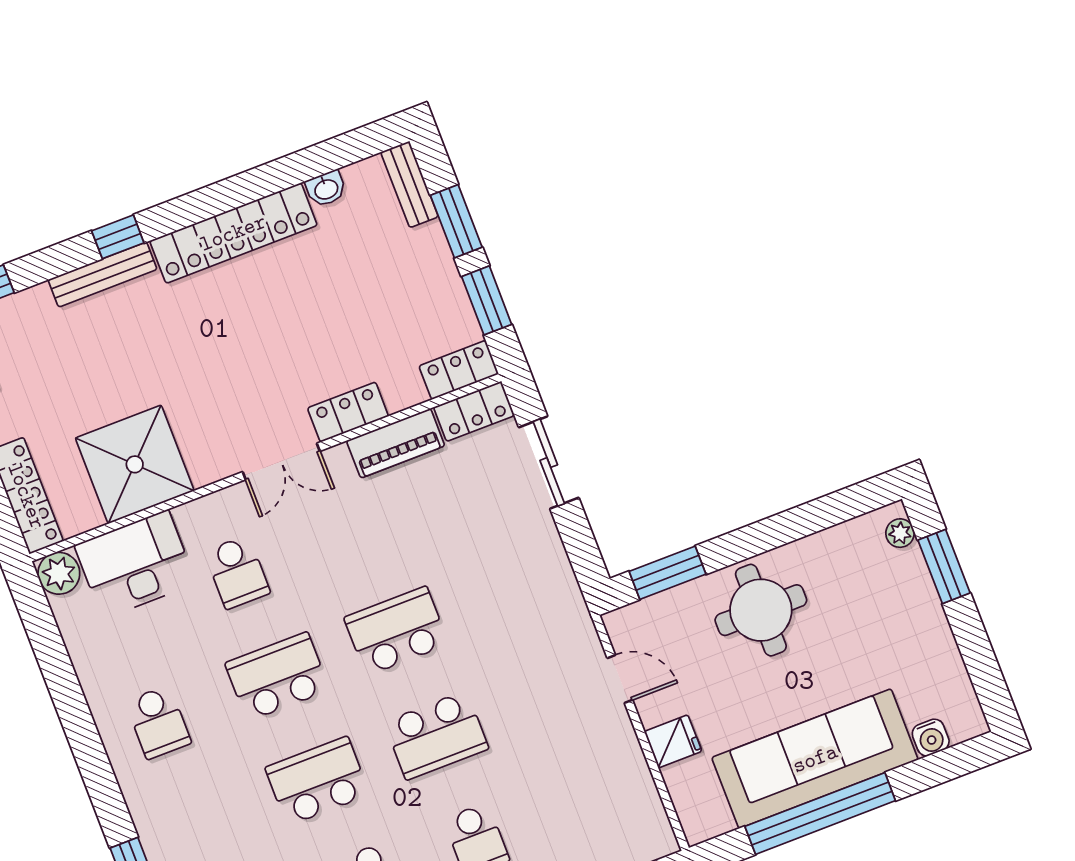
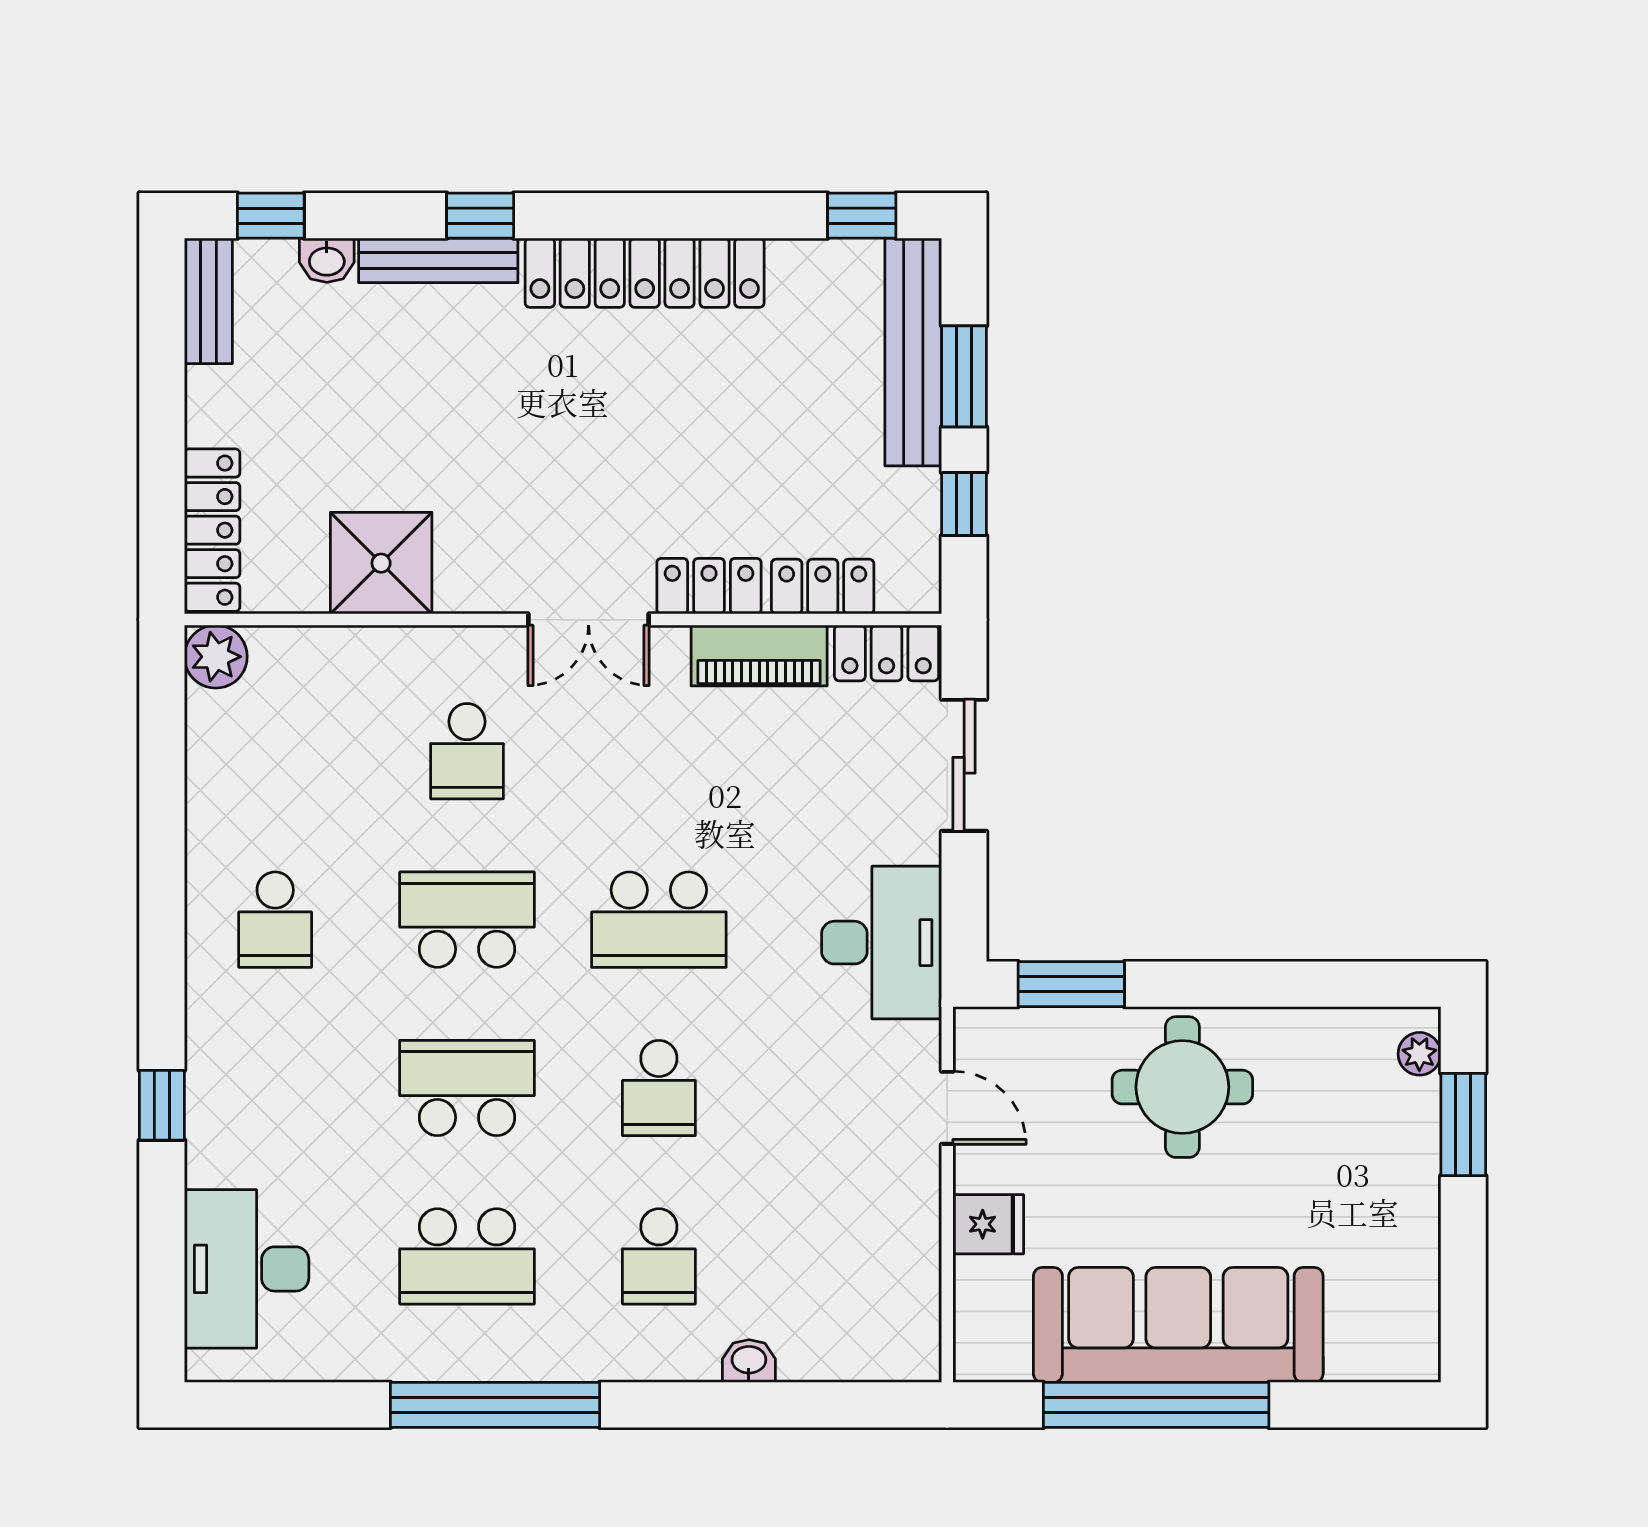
window: (355, 146) -> (862, 216), added
bench: (409, 184) -> (913, 352), width x1.86, depth x1.21
washbasin: (326, 189) -> (327, 260), moved
window: (487, 300) -> (964, 504), width x0.67
locker: (459, 370) -> (823, 587), moved
shower: (135, 464) -> (381, 563), width x0.73, depth x0.73
desk: (135, 564) -> (882, 943), moved, turned 90
school desk: (396, 631) -> (659, 920), turned 180
school desk: (436, 735) -> (659, 1088), width x0.54
water cooler: (931, 738) -> (1352, 1358), removed

